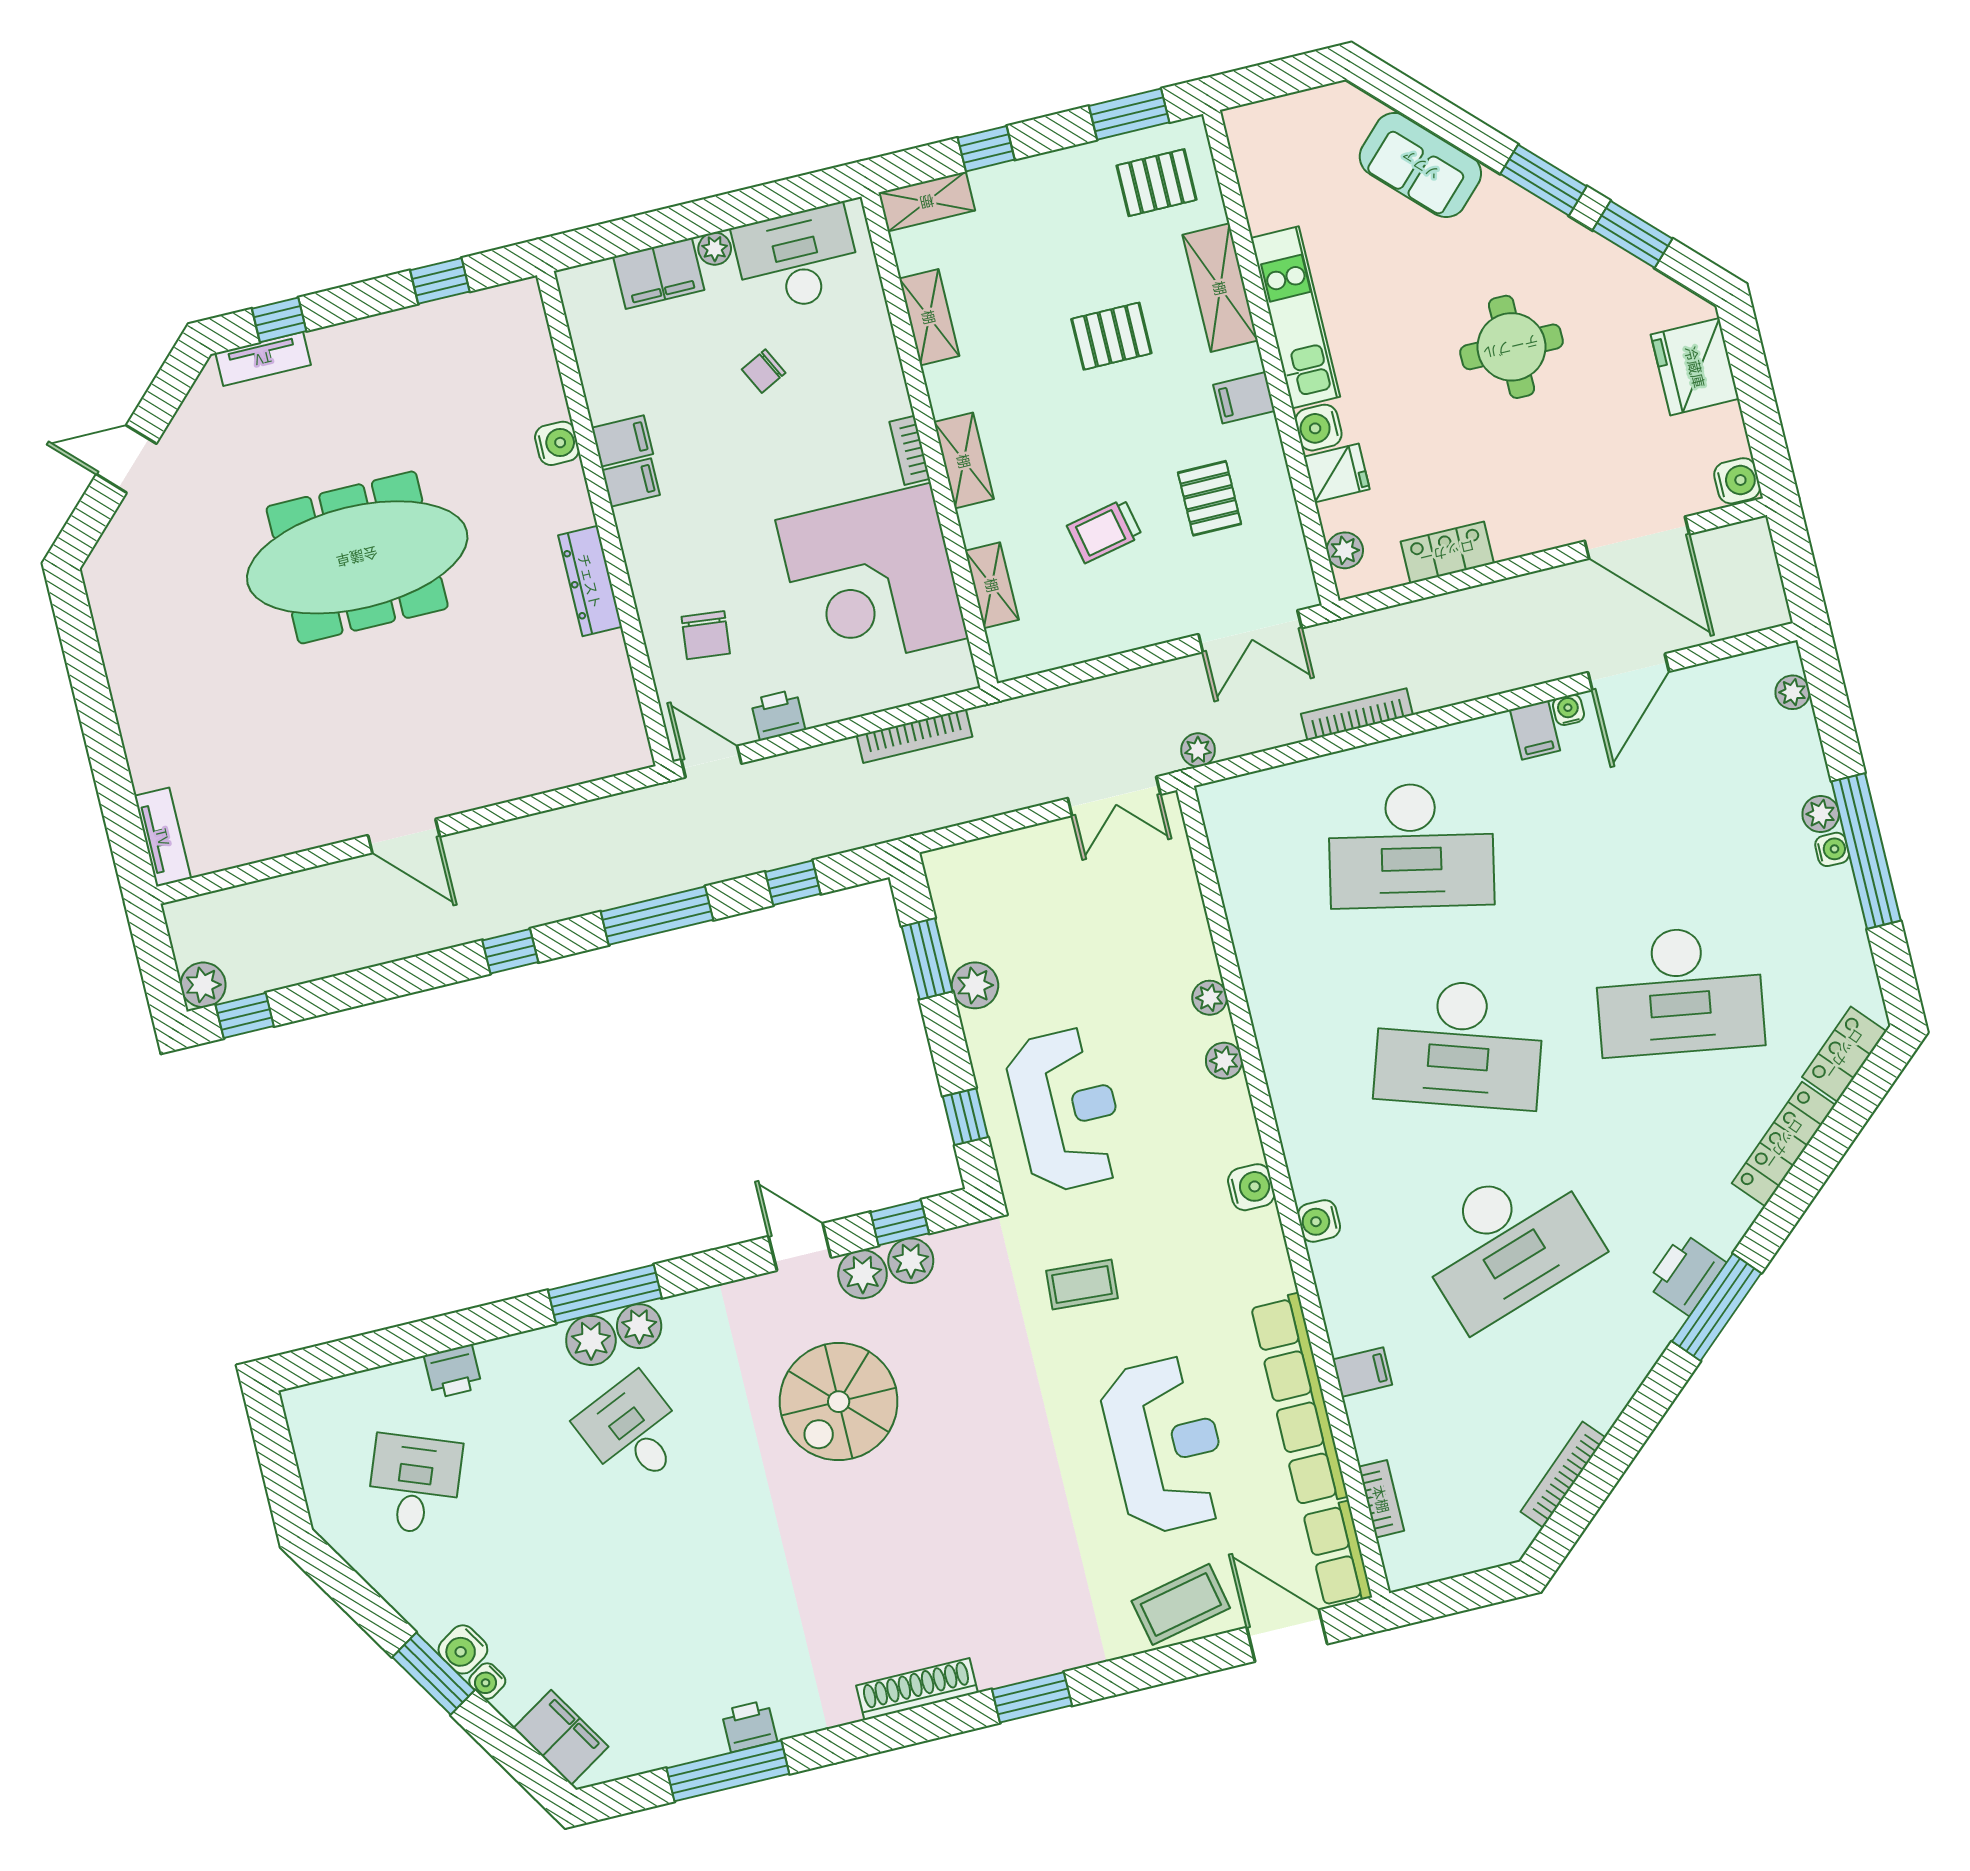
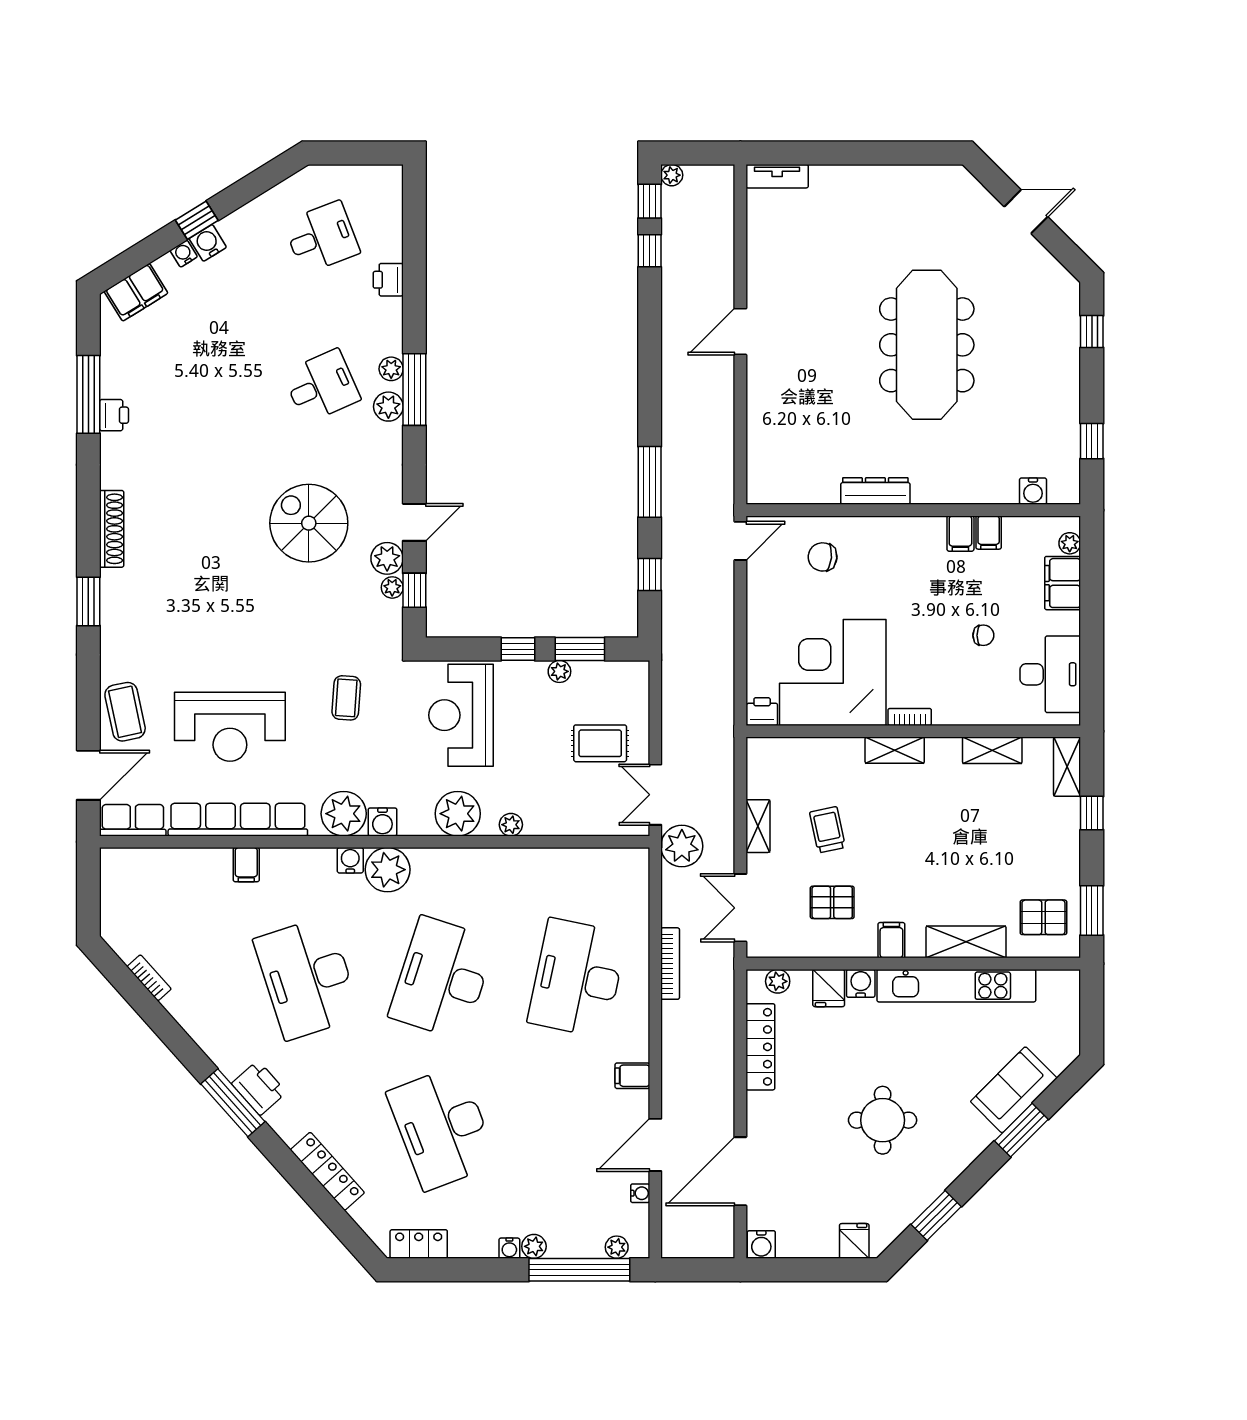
window: (1544, 180) -> (1021, 1130), moved
pallet: (1156, 183) -> (1043, 917), turned 90
plant: (715, 249) -> (1070, 543), moved
kitchen unit: (1295, 317) -> (956, 986), width x1.36
pallet: (1111, 336) -> (952, 864), removed
tv unit: (263, 359) -> (1069, 315), removed
fridge: (1695, 367) -> (854, 1241), width x0.53, depth x0.75
chair: (764, 371) -> (983, 635), turned 117
water cooler: (557, 443) -> (1033, 491), moved
door: (126, 459) -> (1026, 212), hinge flipped
filing cabinet: (631, 483) -> (989, 533), moved
locker: (1447, 552) -> (760, 1047), width x1.53
shelving: (992, 585) -> (758, 826), moved, turned 90
door: (1629, 672) -> (655, 1145), hinge flipped
water cooler: (1568, 710) -> (640, 1193), moved
printer: (778, 715) -> (762, 712), moved, turned -90
bookcase: (914, 736) -> (725, 676), removed
plant: (1198, 750) -> (682, 846), width x1.88, depth x1.88
window: (1866, 851) -> (579, 1270), moved
rug: (1058, 896) -> (600, 743), added
window: (510, 951) -> (650, 251), moved
plant: (203, 985) -> (672, 175), width x0.73, depth x0.73
plant: (975, 985) -> (559, 671), width x0.73, depth x0.73
desk: (1679, 991) -> (442, 1128), turned -30
locker: (1844, 1054) -> (419, 1244), moved, turned -48
plant: (1224, 1061) -> (458, 814), width x1.88, depth x1.88
reception desk: (1066, 1110) -> (461, 715), turned 90
window: (965, 1117) -> (518, 649), moved
plant: (1320, 1163) -> (388, 870), added
plant: (1253, 1247) -> (344, 814), added
plant: (911, 1261) -> (392, 587), width x0.73, depth x0.73
plant: (591, 1340) -> (391, 369), width x0.73, depth x0.73
bookcase: (1563, 1475) -> (149, 978), width x0.64
desk: (414, 1484) -> (322, 237), turned -42
bookcase: (1381, 1499) -> (162, 857), removed
window: (433, 1674) -> (197, 220), width x0.67

